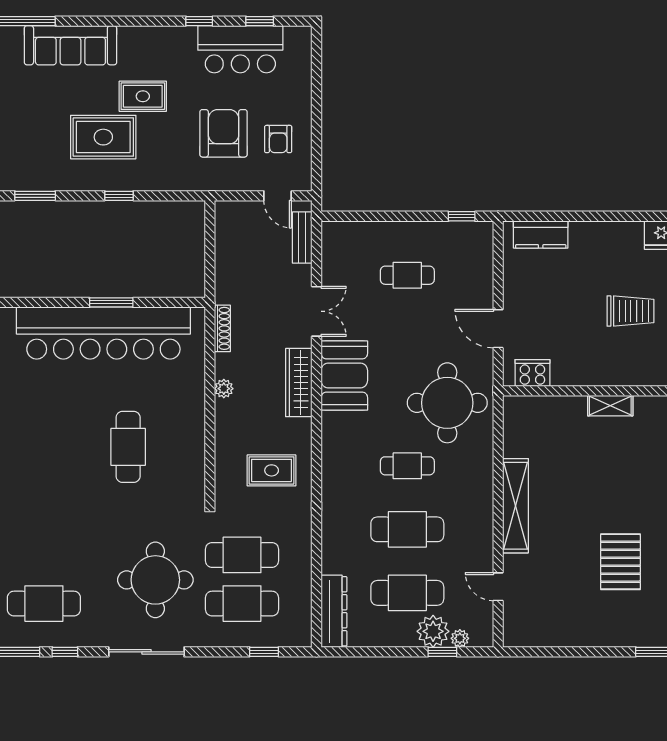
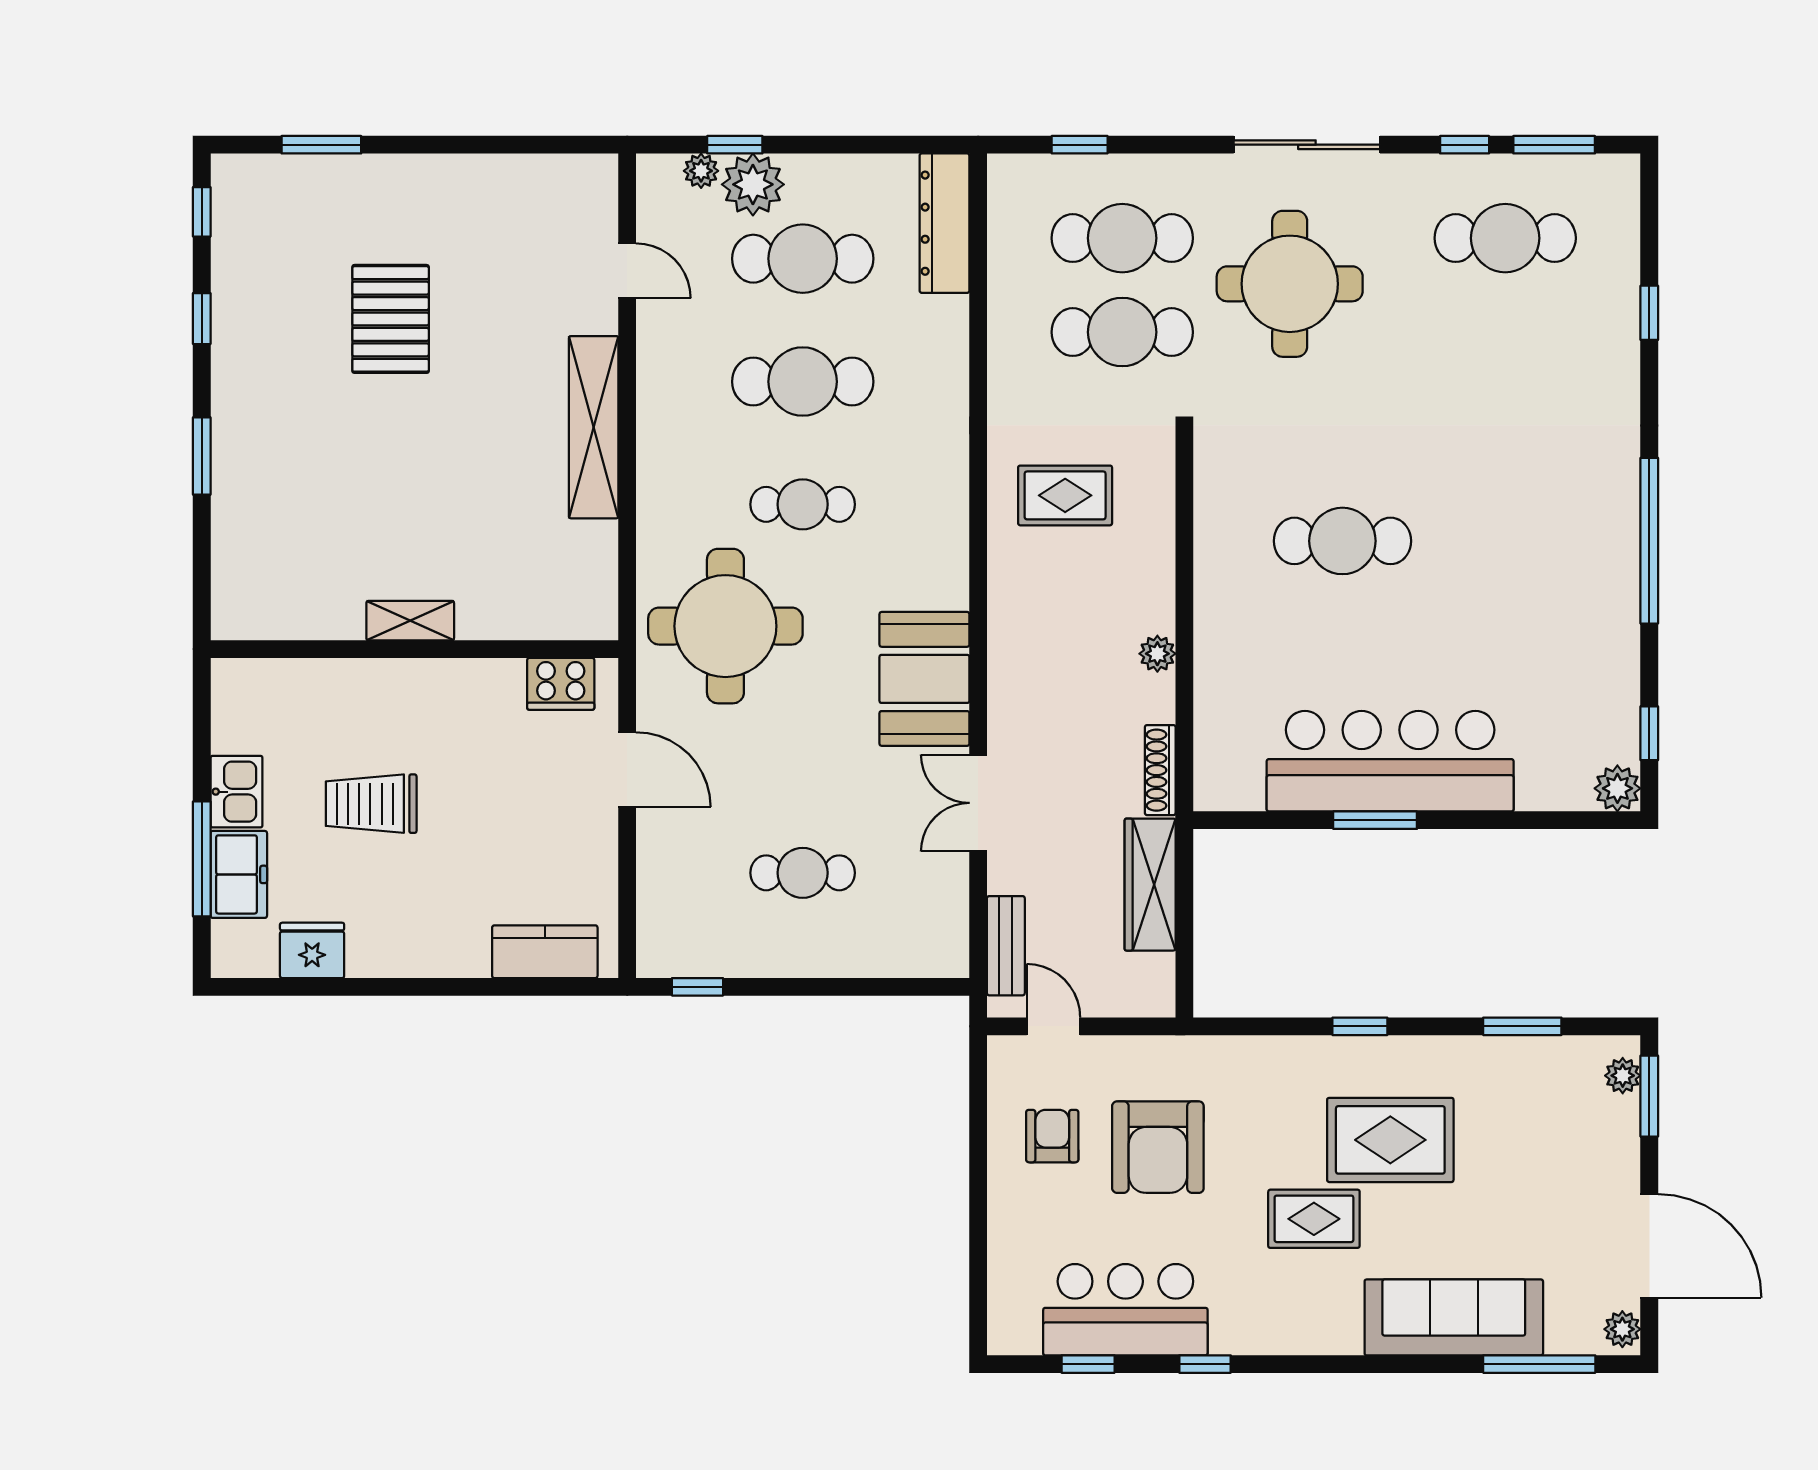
bar counter: (103, 333) -> (1390, 761), width x0.73
wardrobe: (299, 383) -> (1150, 885), moved, turned 180
cafe table: (128, 447) -> (1342, 541), turned 90

